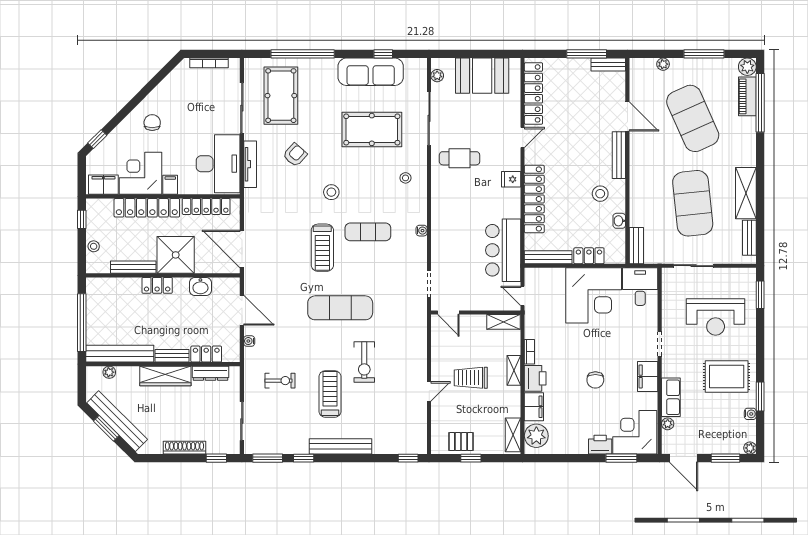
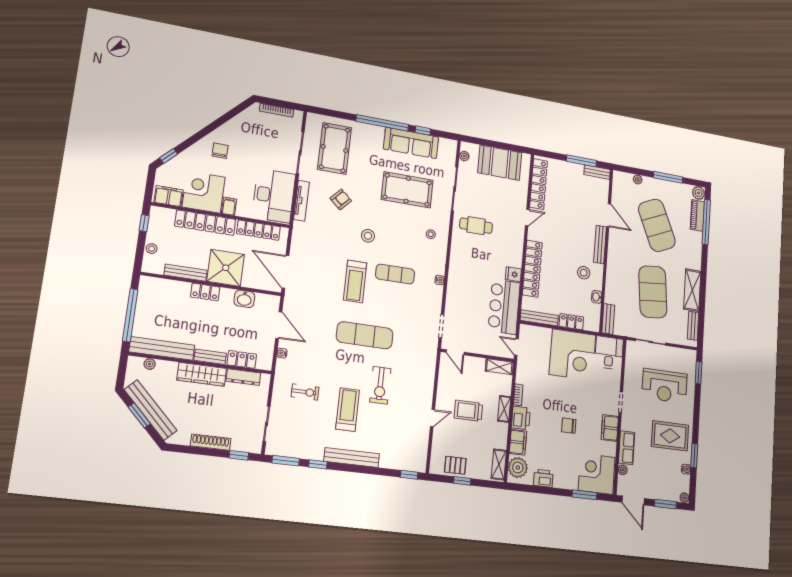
window: (303, 54) -> (382, 123), moved
fridge: (511, 179) -> (513, 274), moved
chair: (595, 380) -> (569, 426), turned 90
printer: (600, 445) -> (543, 478), moved

